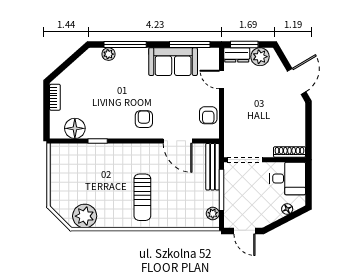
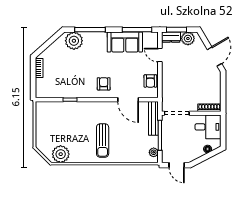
plant: (109, 54) -> (74, 41), width x1.87, depth x1.87
floor lamp: (75, 128) -> (54, 91), removed

